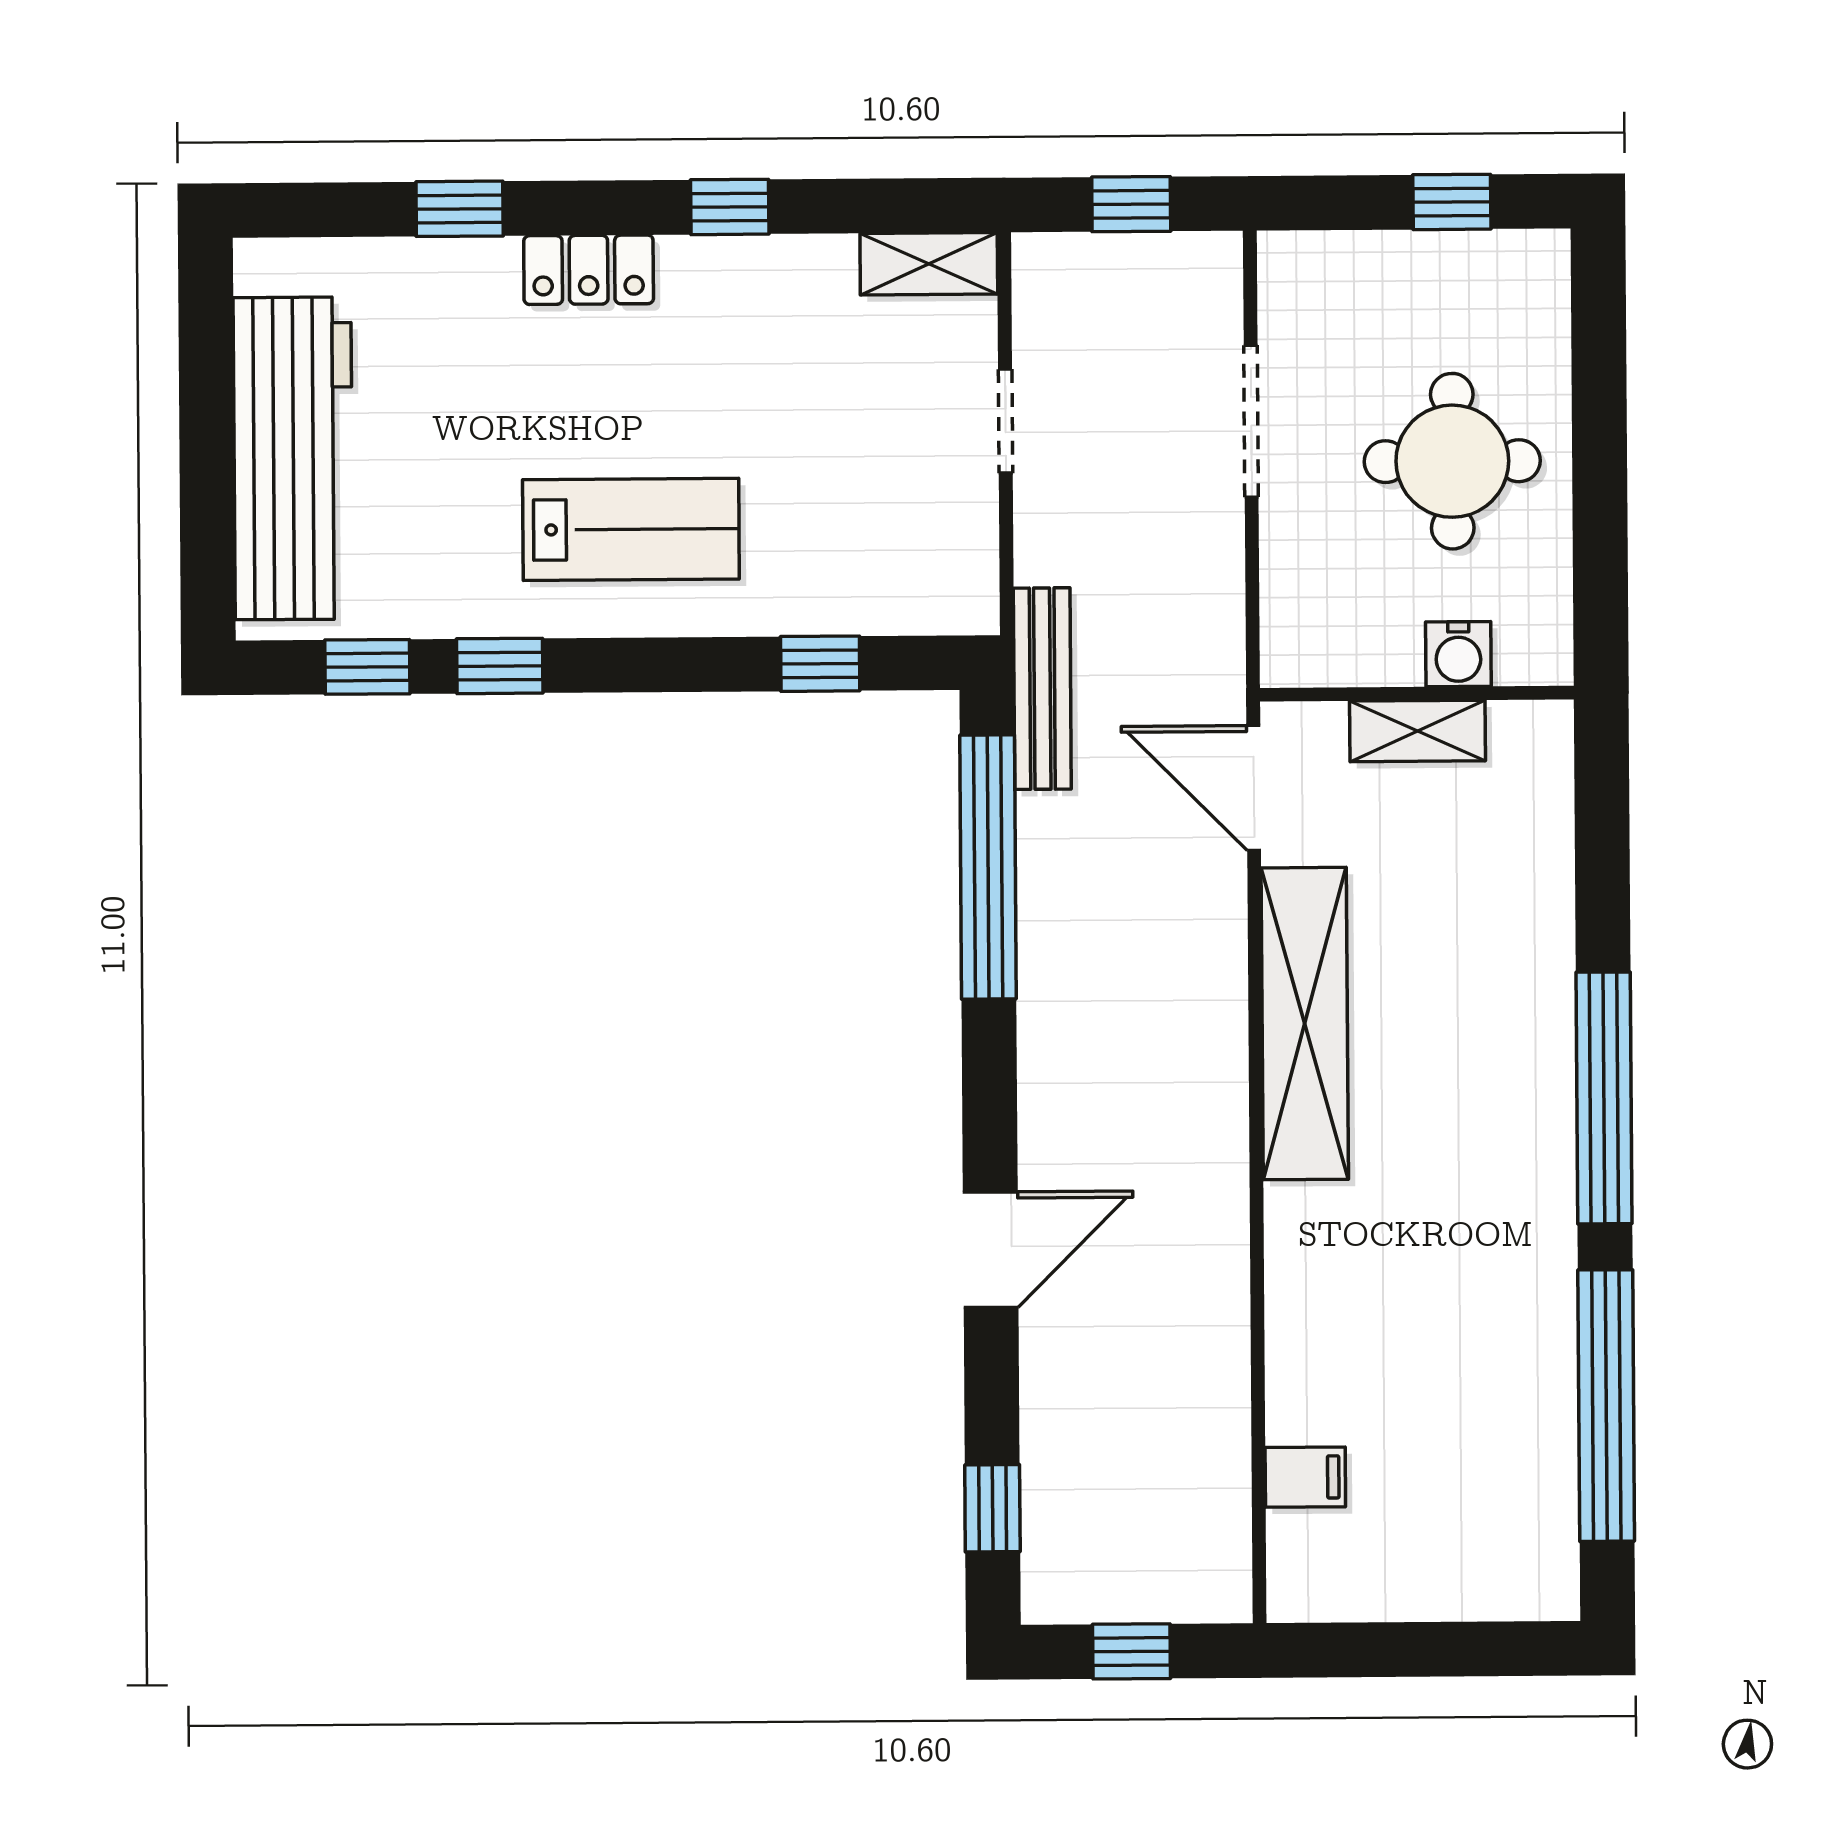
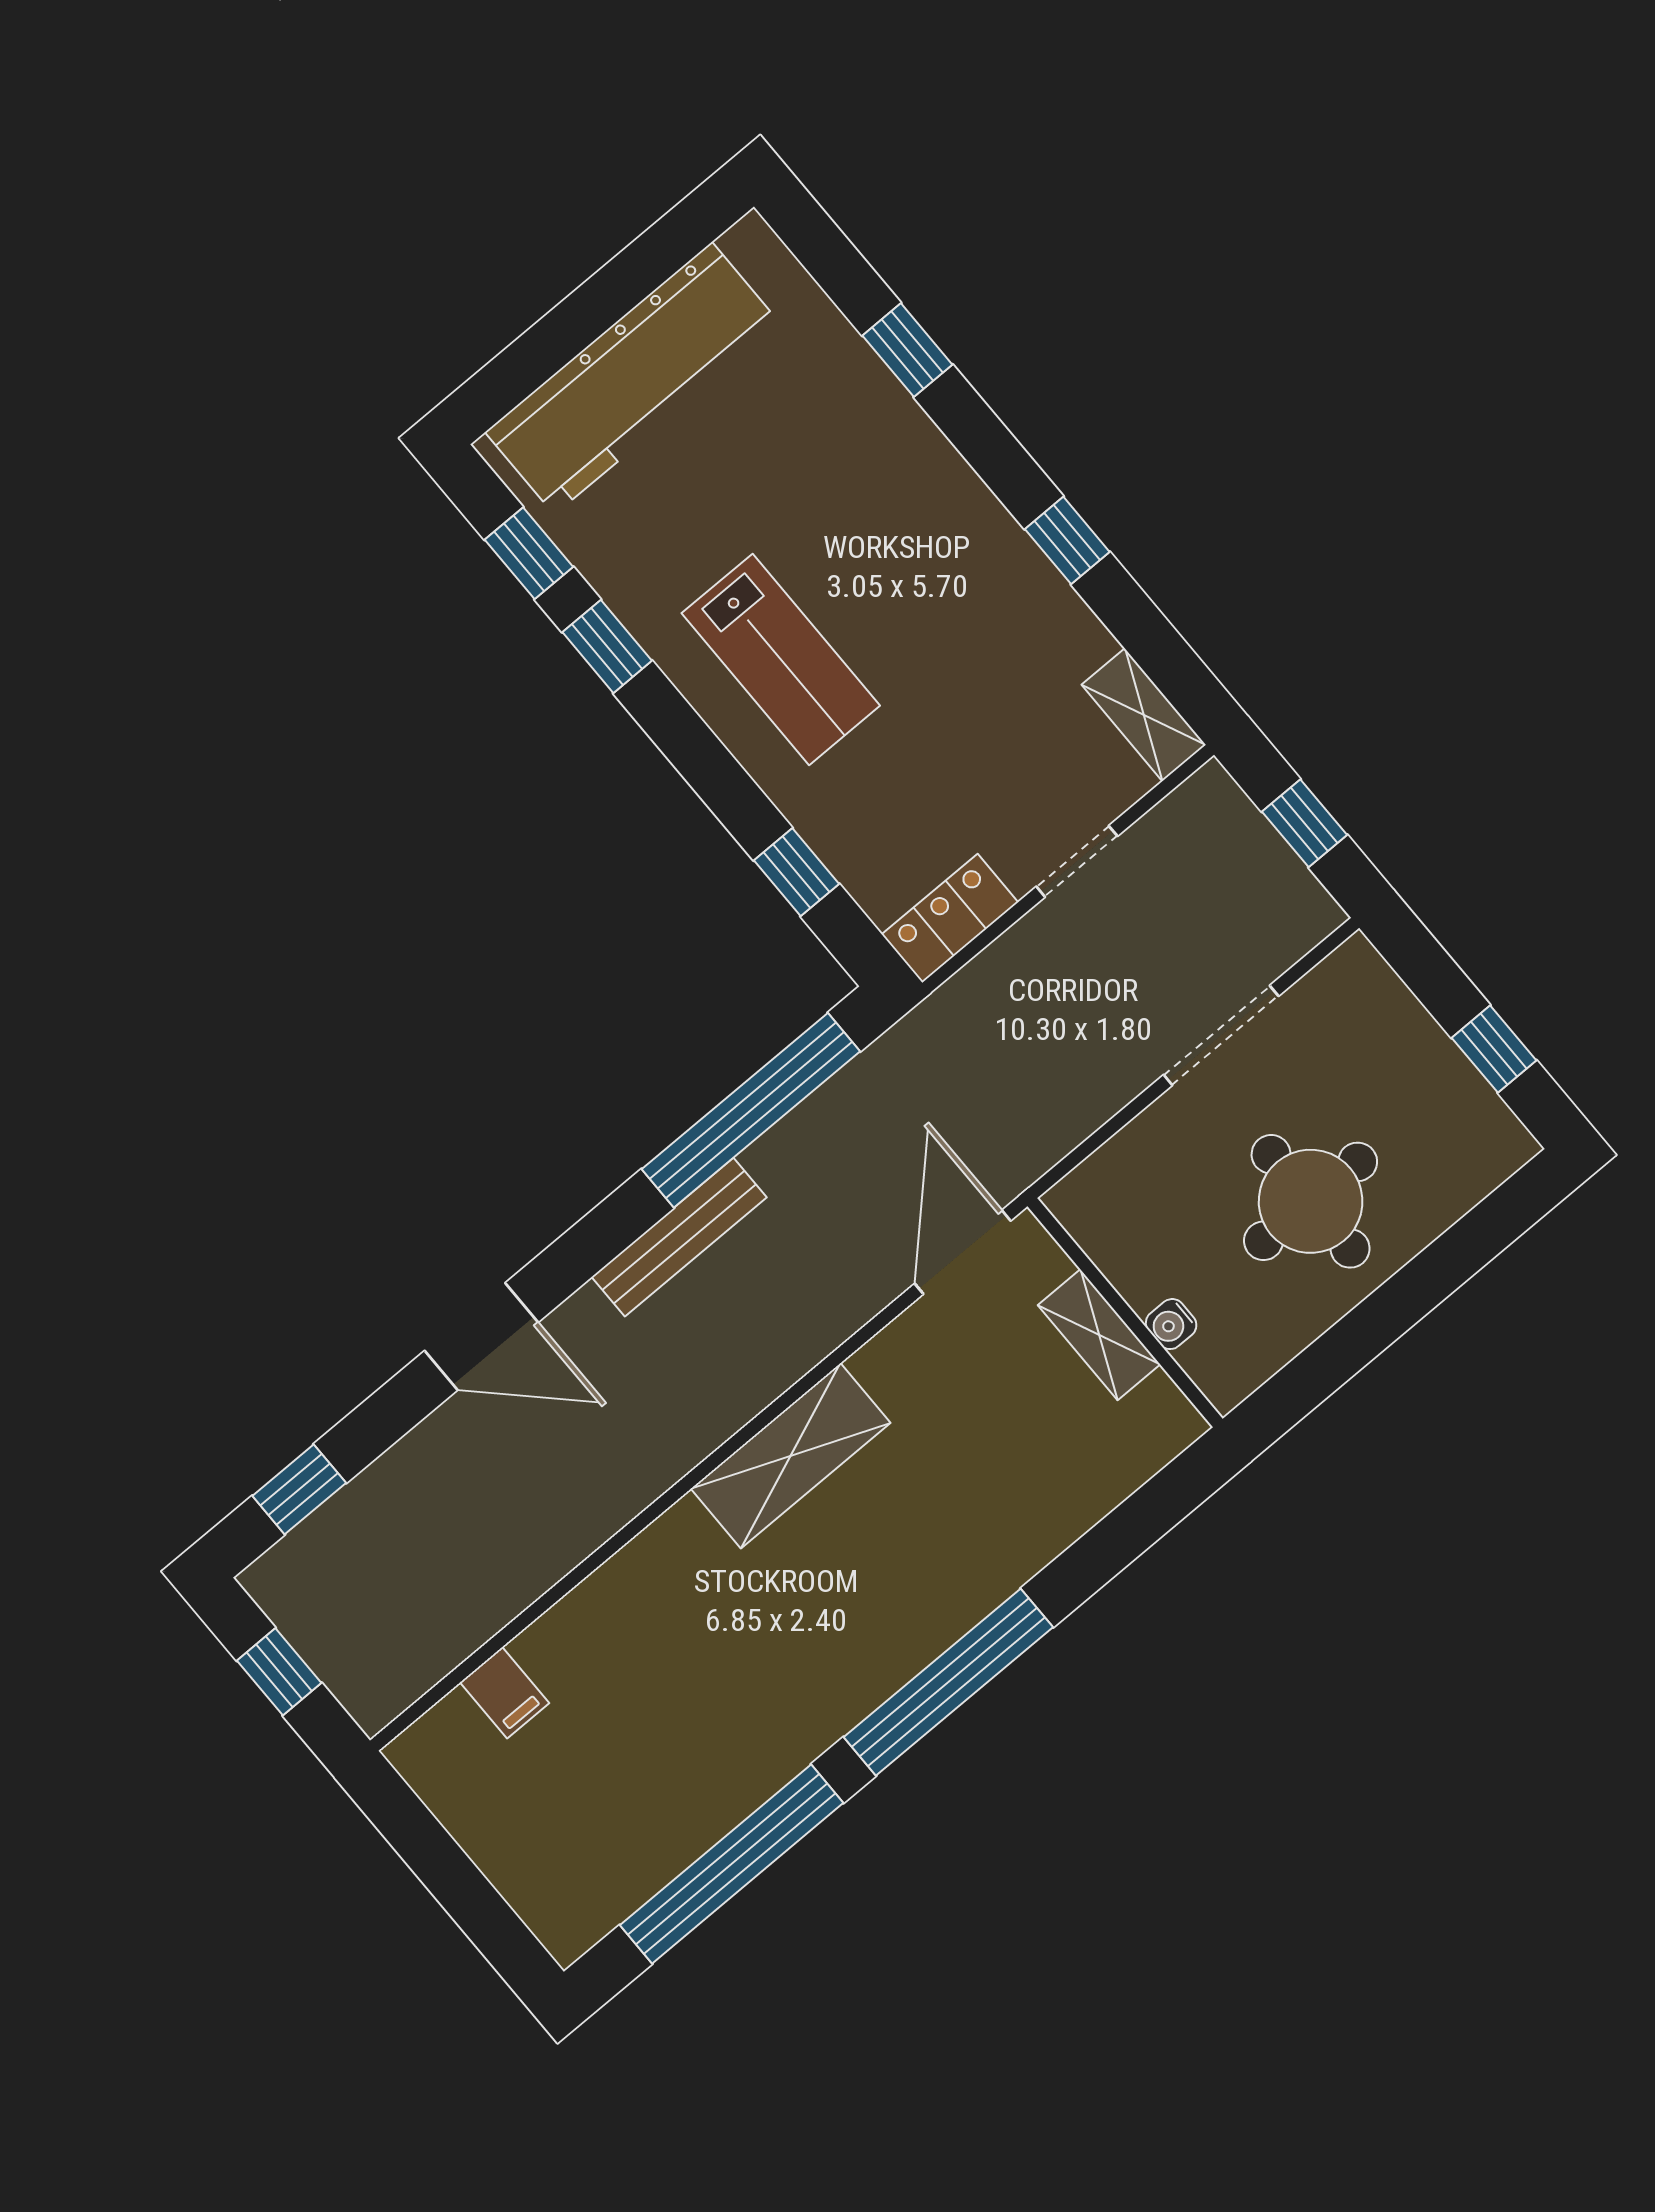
locker: (589, 270) -> (950, 918), moved, turned 90
water cooler: (1458, 654) -> (1171, 1324), width x0.72, depth x0.72
bench: (1042, 689) -> (679, 1237), moved
shelving: (1305, 1024) -> (791, 1456), width x0.68

